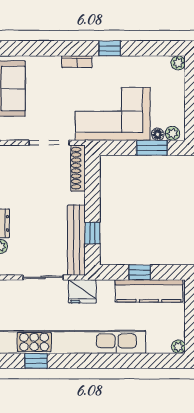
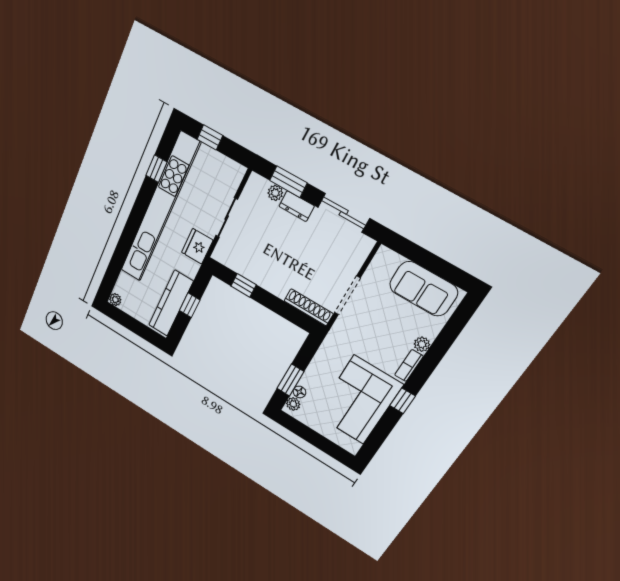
plant: (178, 63) -> (422, 344), moved
corner sofa: (113, 114) -> (359, 400), moved, turned 180
bench: (76, 240) -> (245, 268), removed

